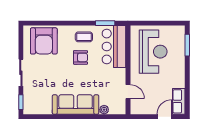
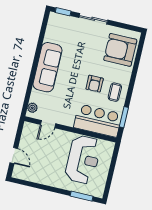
reception desk: (153, 52) -> (83, 160), turned -90
row of seats: (179, 101) -> (26, 174), removed
plant: (104, 110) -> (32, 108), moved

